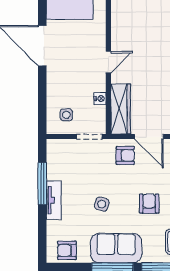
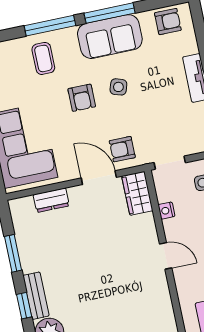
door: (108, 62) -> (166, 256), swing flipped
wardrobe: (121, 109) -> (137, 193), width x0.67
side table: (102, 204) -> (118, 87), moved

